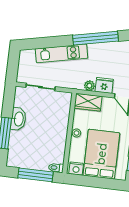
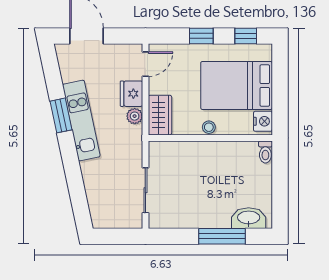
window: (95, 38) -> (61, 115), width x0.47
kitchen unit: (62, 53) -> (81, 121), moved
washbasin: (18, 119) -> (249, 218), moved
window: (36, 175) -> (280, 182), removed

